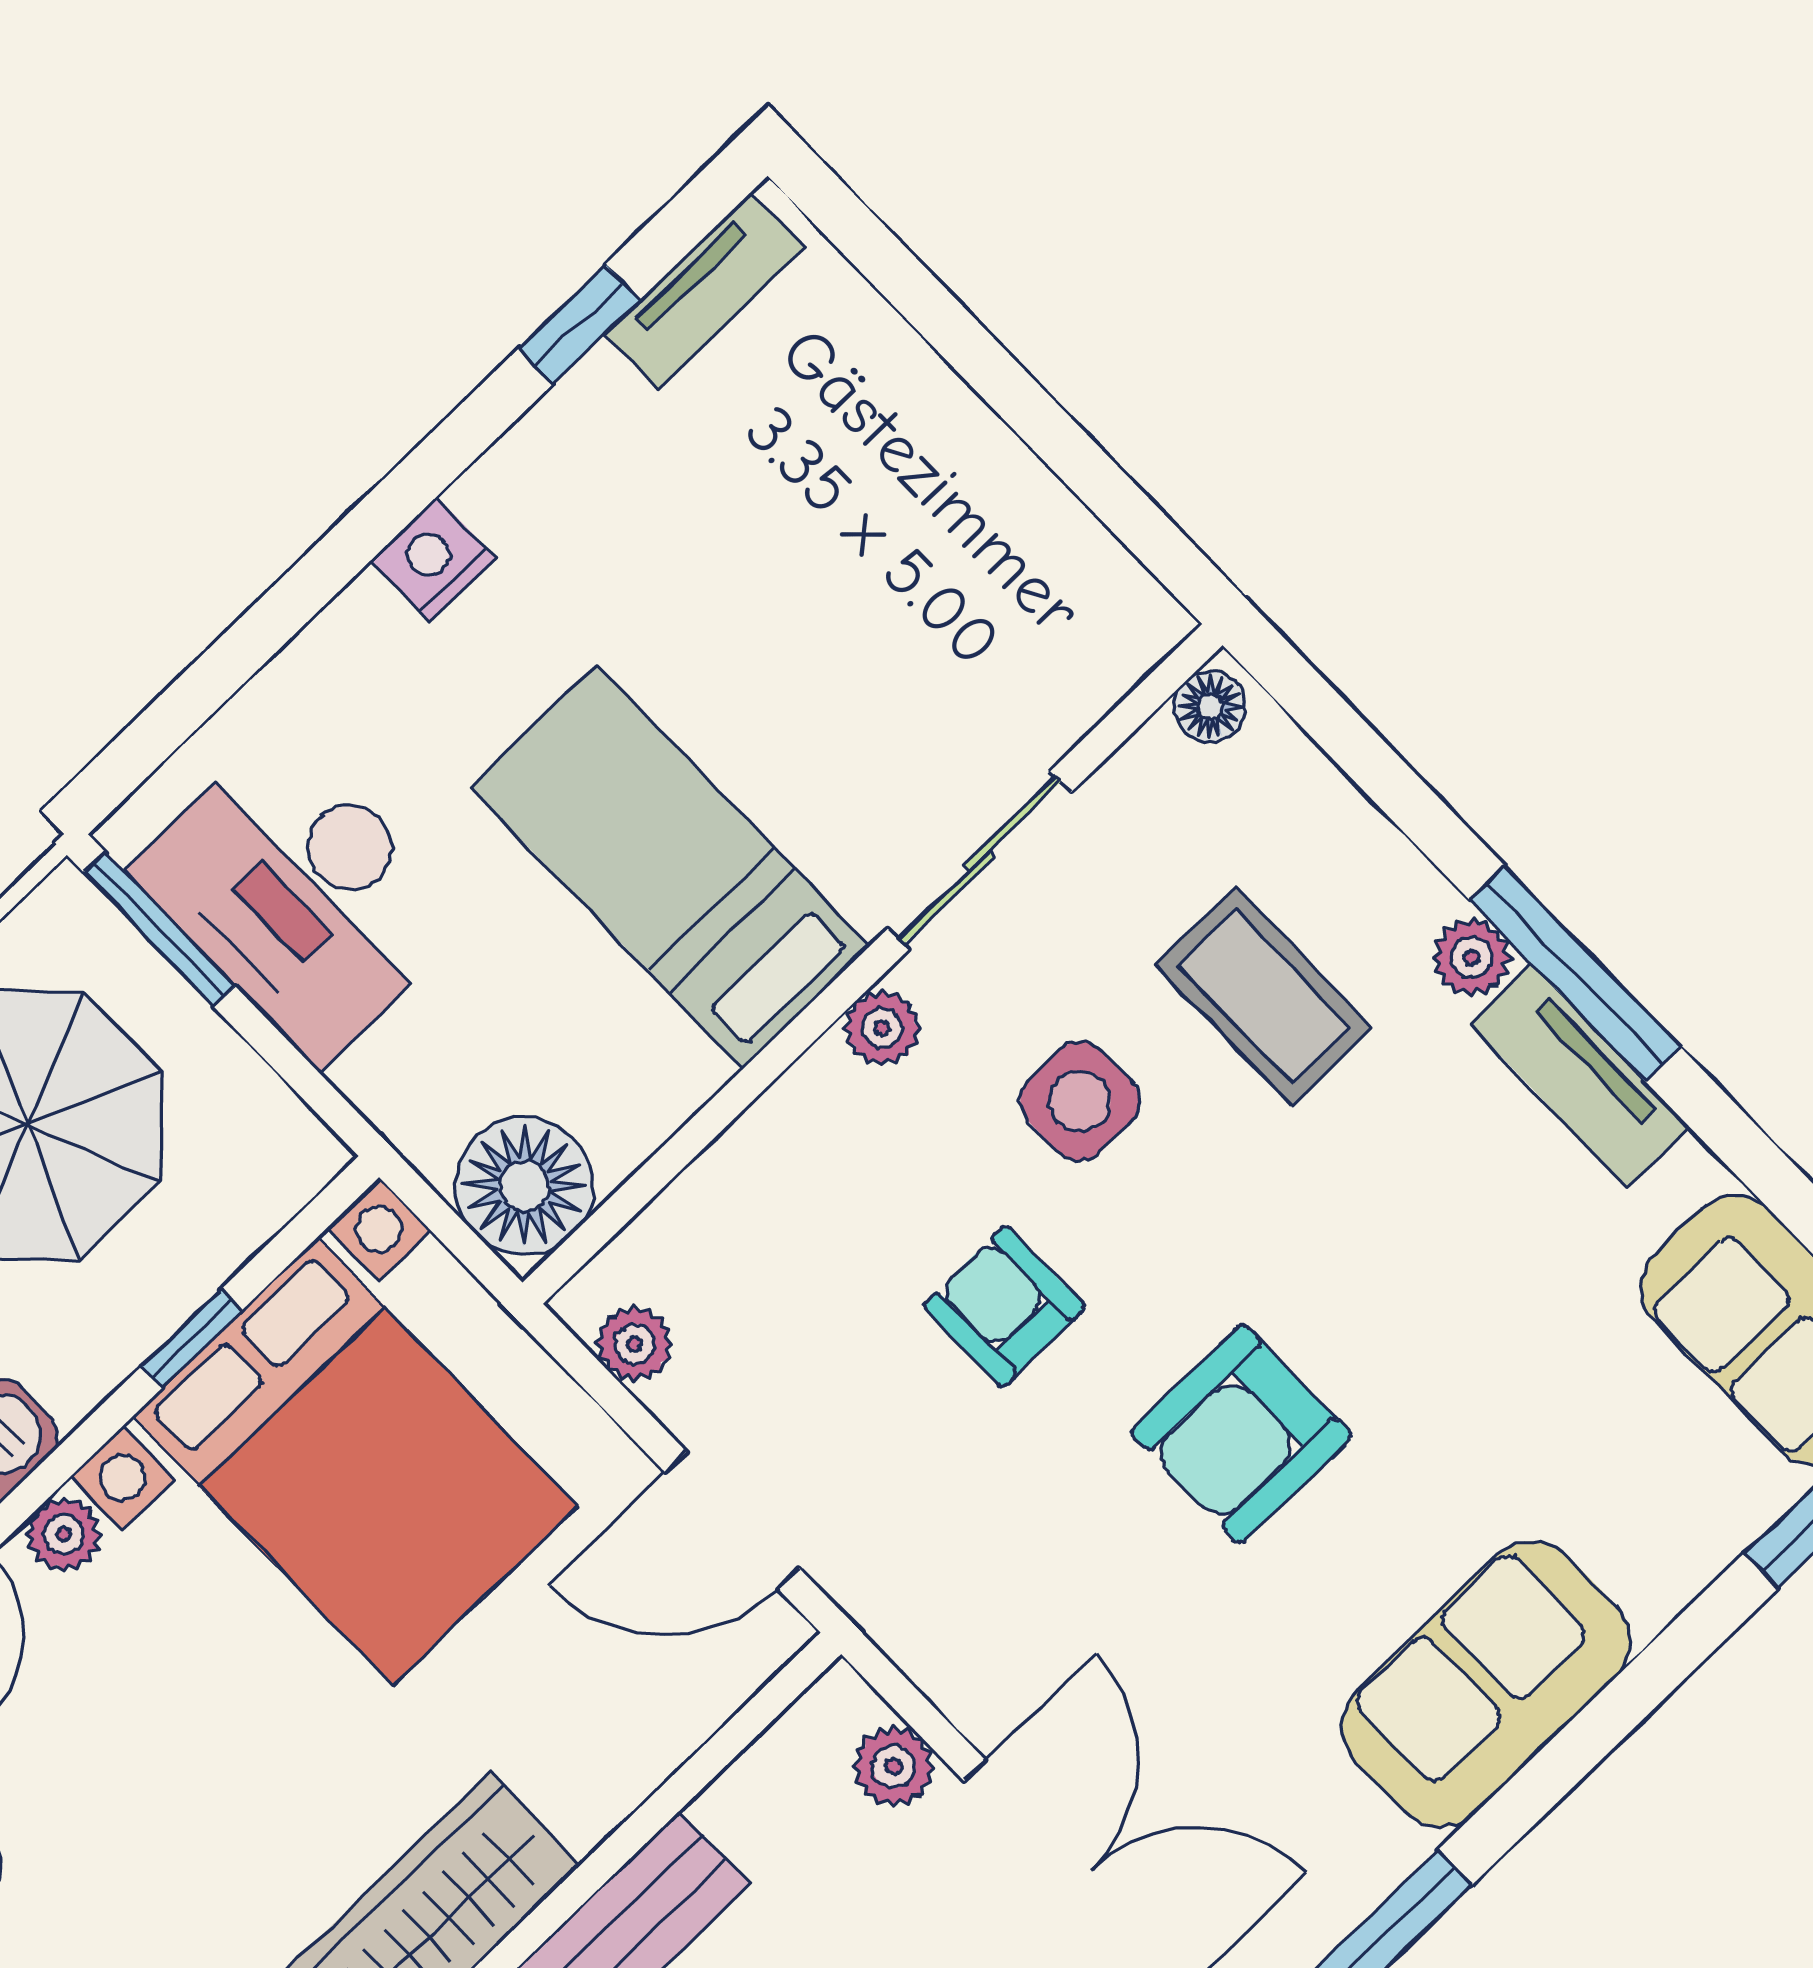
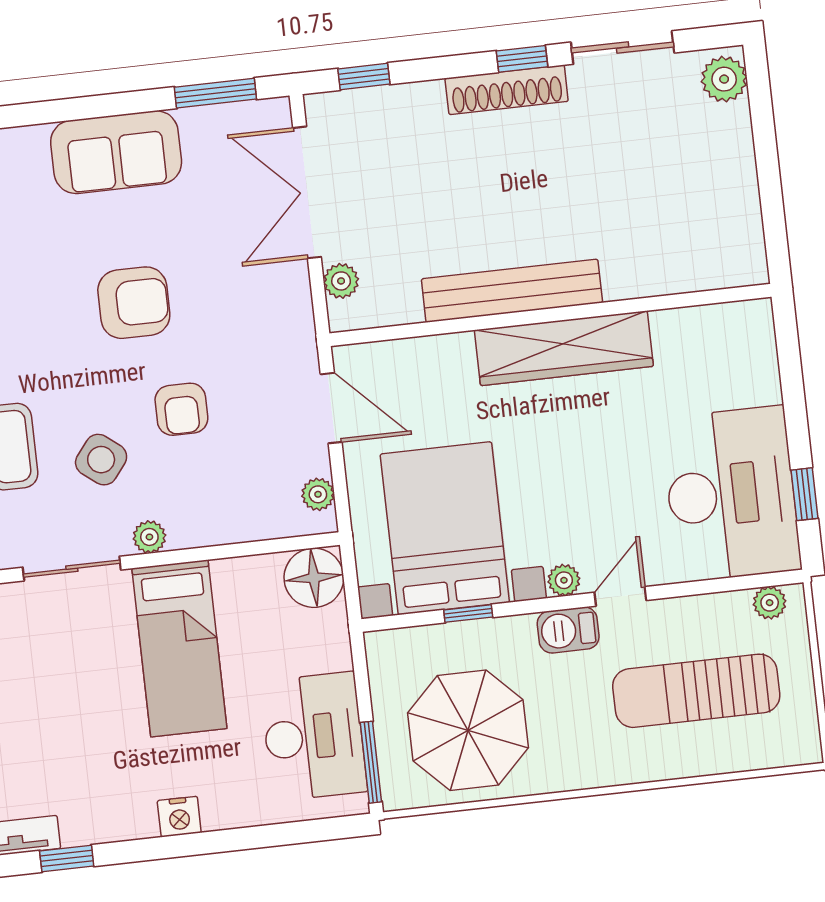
side table: (1080, 1101) -> (101, 460), turned 38

